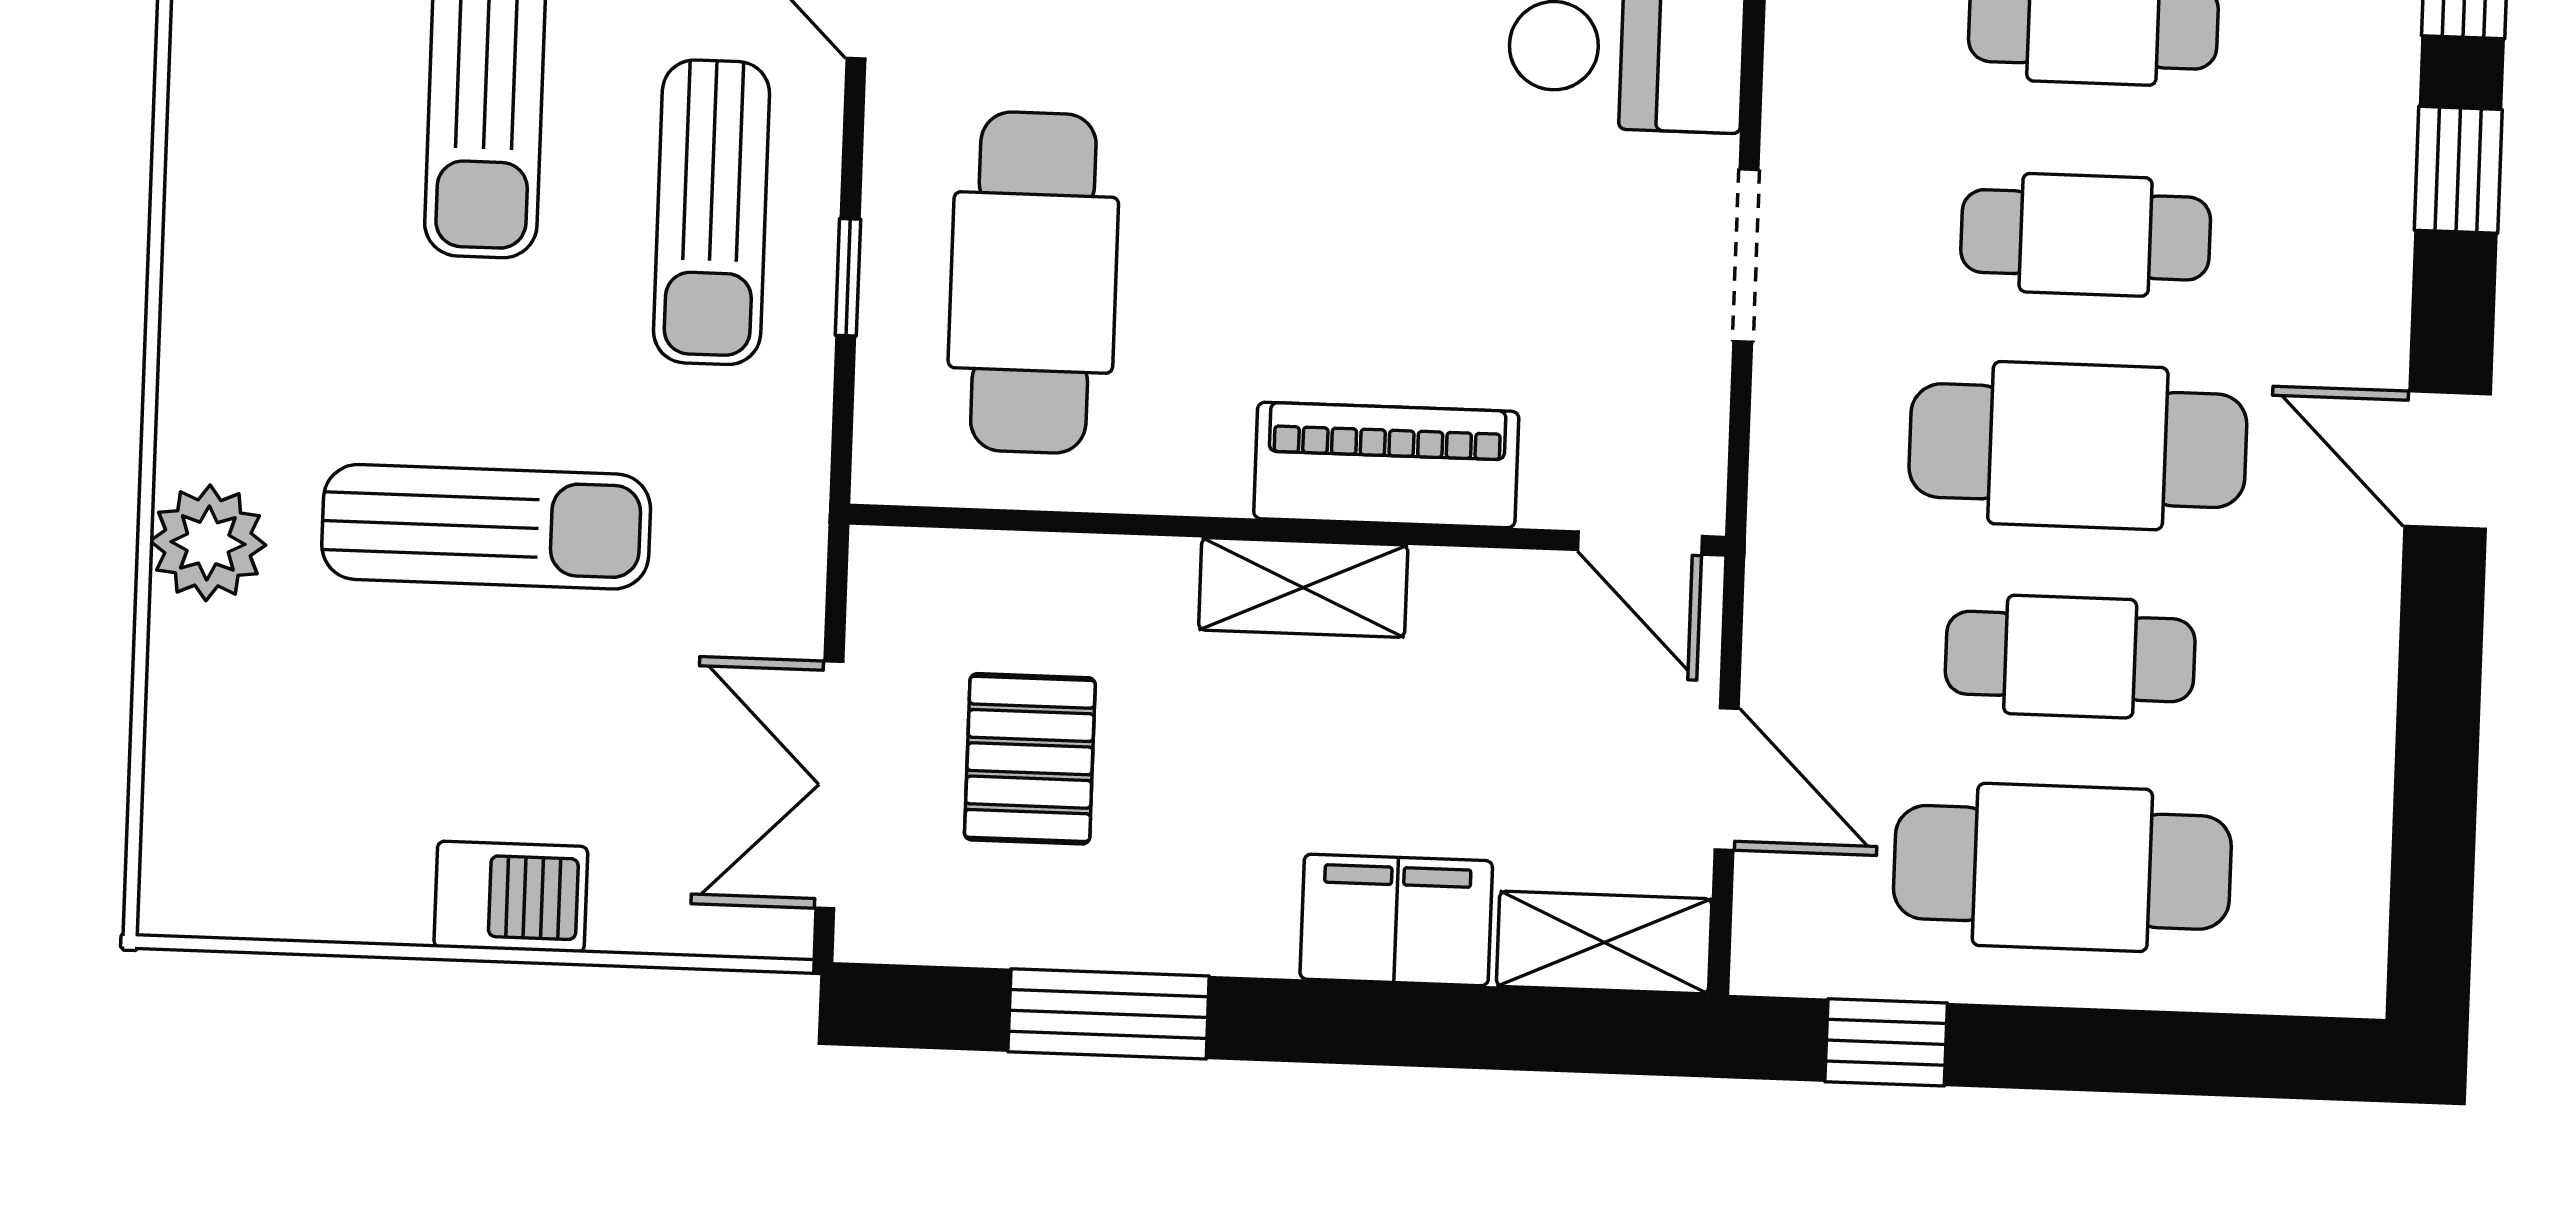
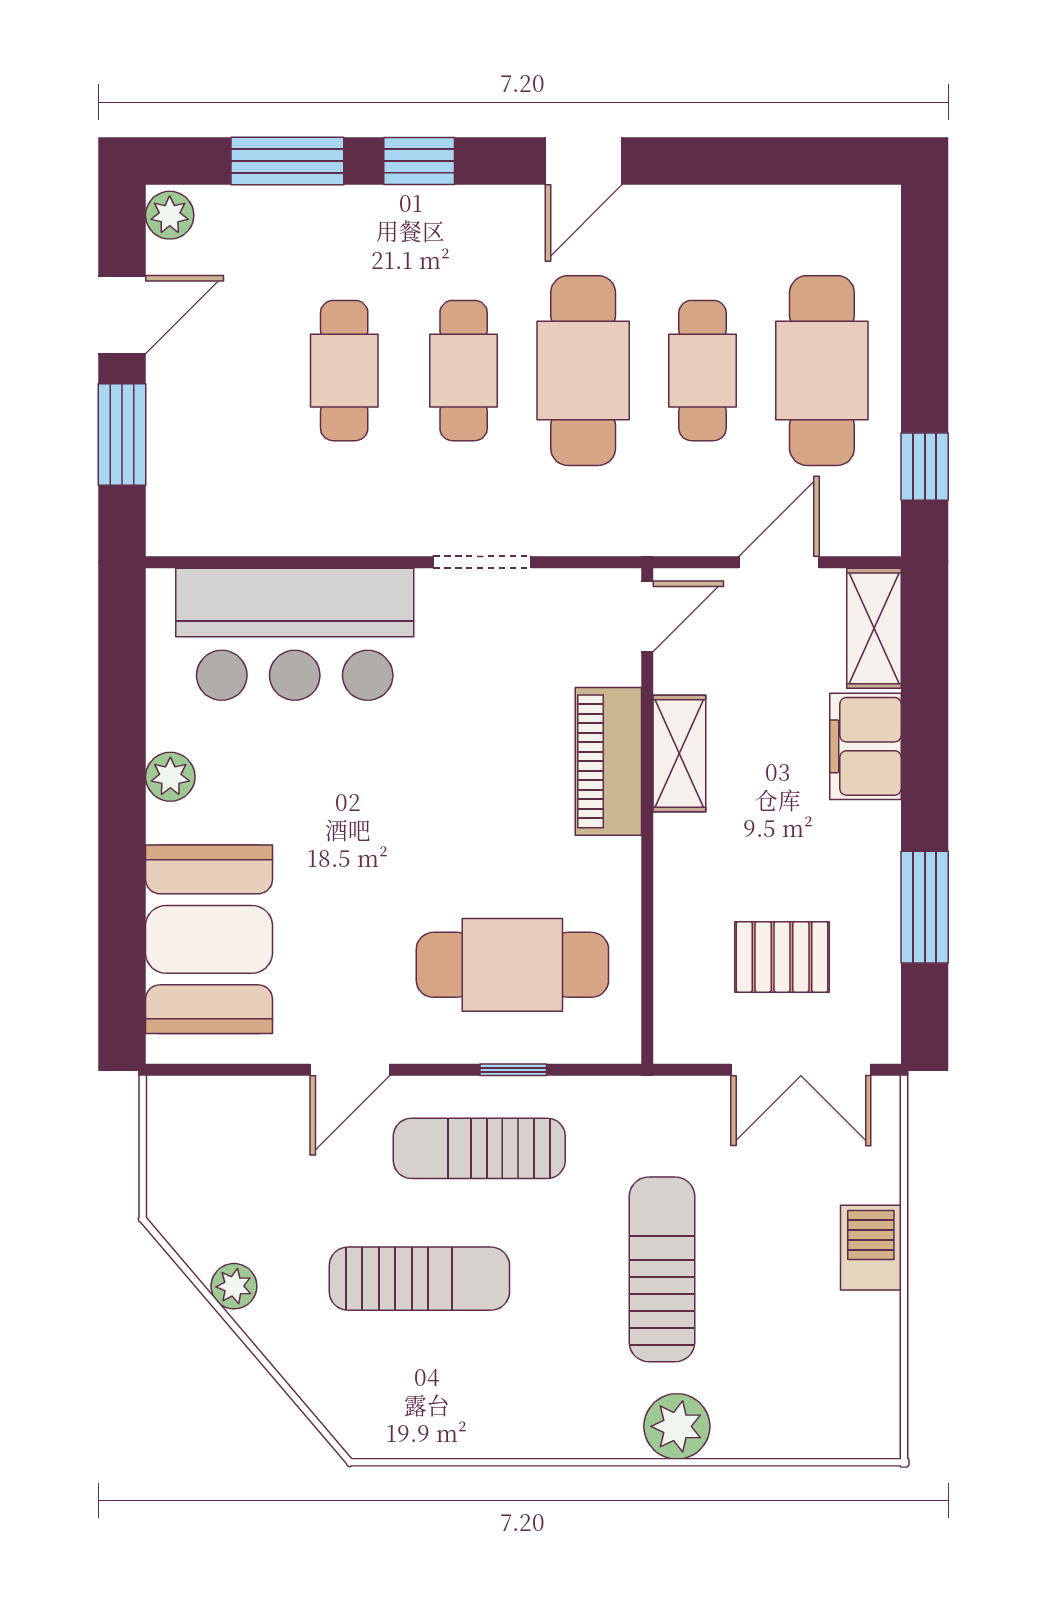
sun lounger: (711, 212) -> (479, 1148), turned 180
shelving: (1303, 588) -> (679, 754), moved

